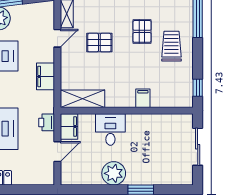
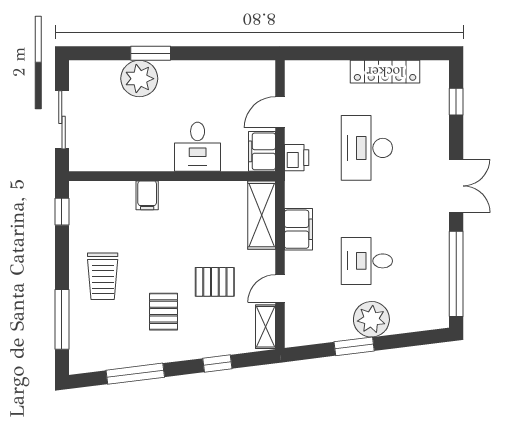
pallet: (142, 31) -> (163, 312), moved
shelving: (82, 99) -> (262, 215), moved, turned 90
plant: (114, 173) -> (139, 79), moved

